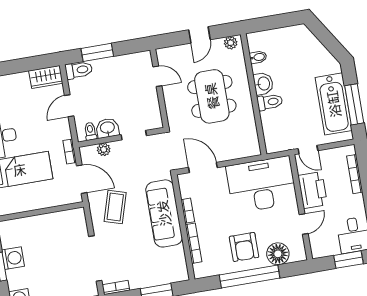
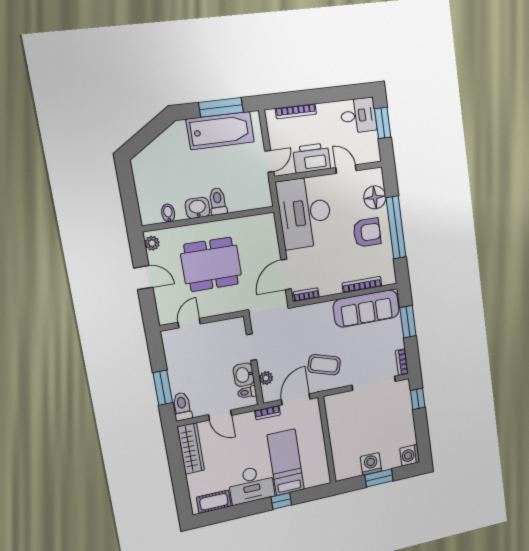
wardrobe: (46, 77) -> (191, 449), width x1.50
bookcase: (188, 211) -> (306, 295), moved
sofa: (164, 213) -> (366, 308), moved

